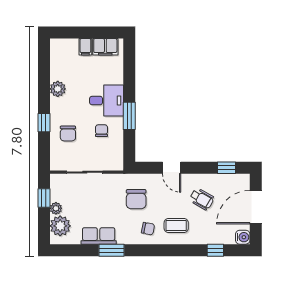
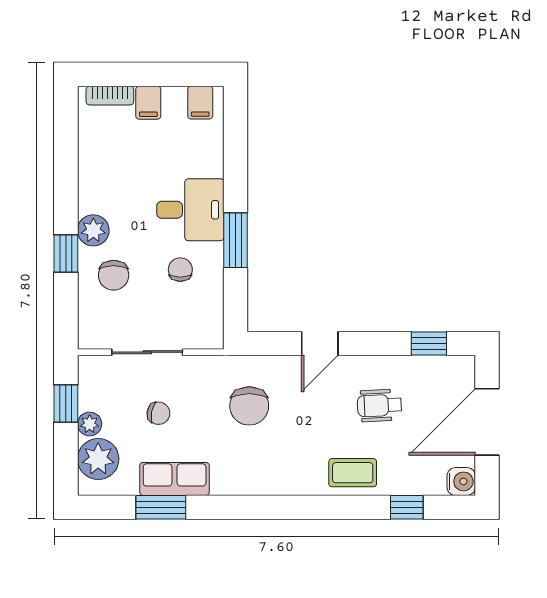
bookcase: (66, 43) -> (110, 96), added
filing cabinet: (105, 47) -> (200, 103), width x0.50
plant: (58, 89) -> (93, 230), moved
door: (172, 168) -> (320, 343), hinge flipped
wheelchair: (202, 199) -> (379, 405), turned 147
coffee table: (176, 226) -> (353, 473), moved
chair: (148, 229) -> (158, 413), moved
window: (111, 250) -> (161, 507), moved

